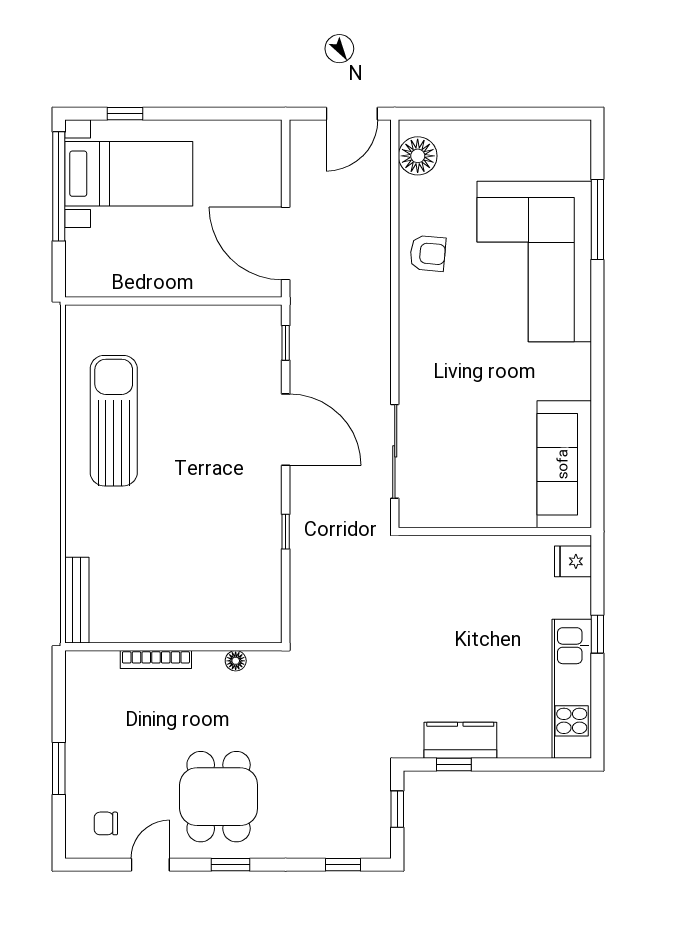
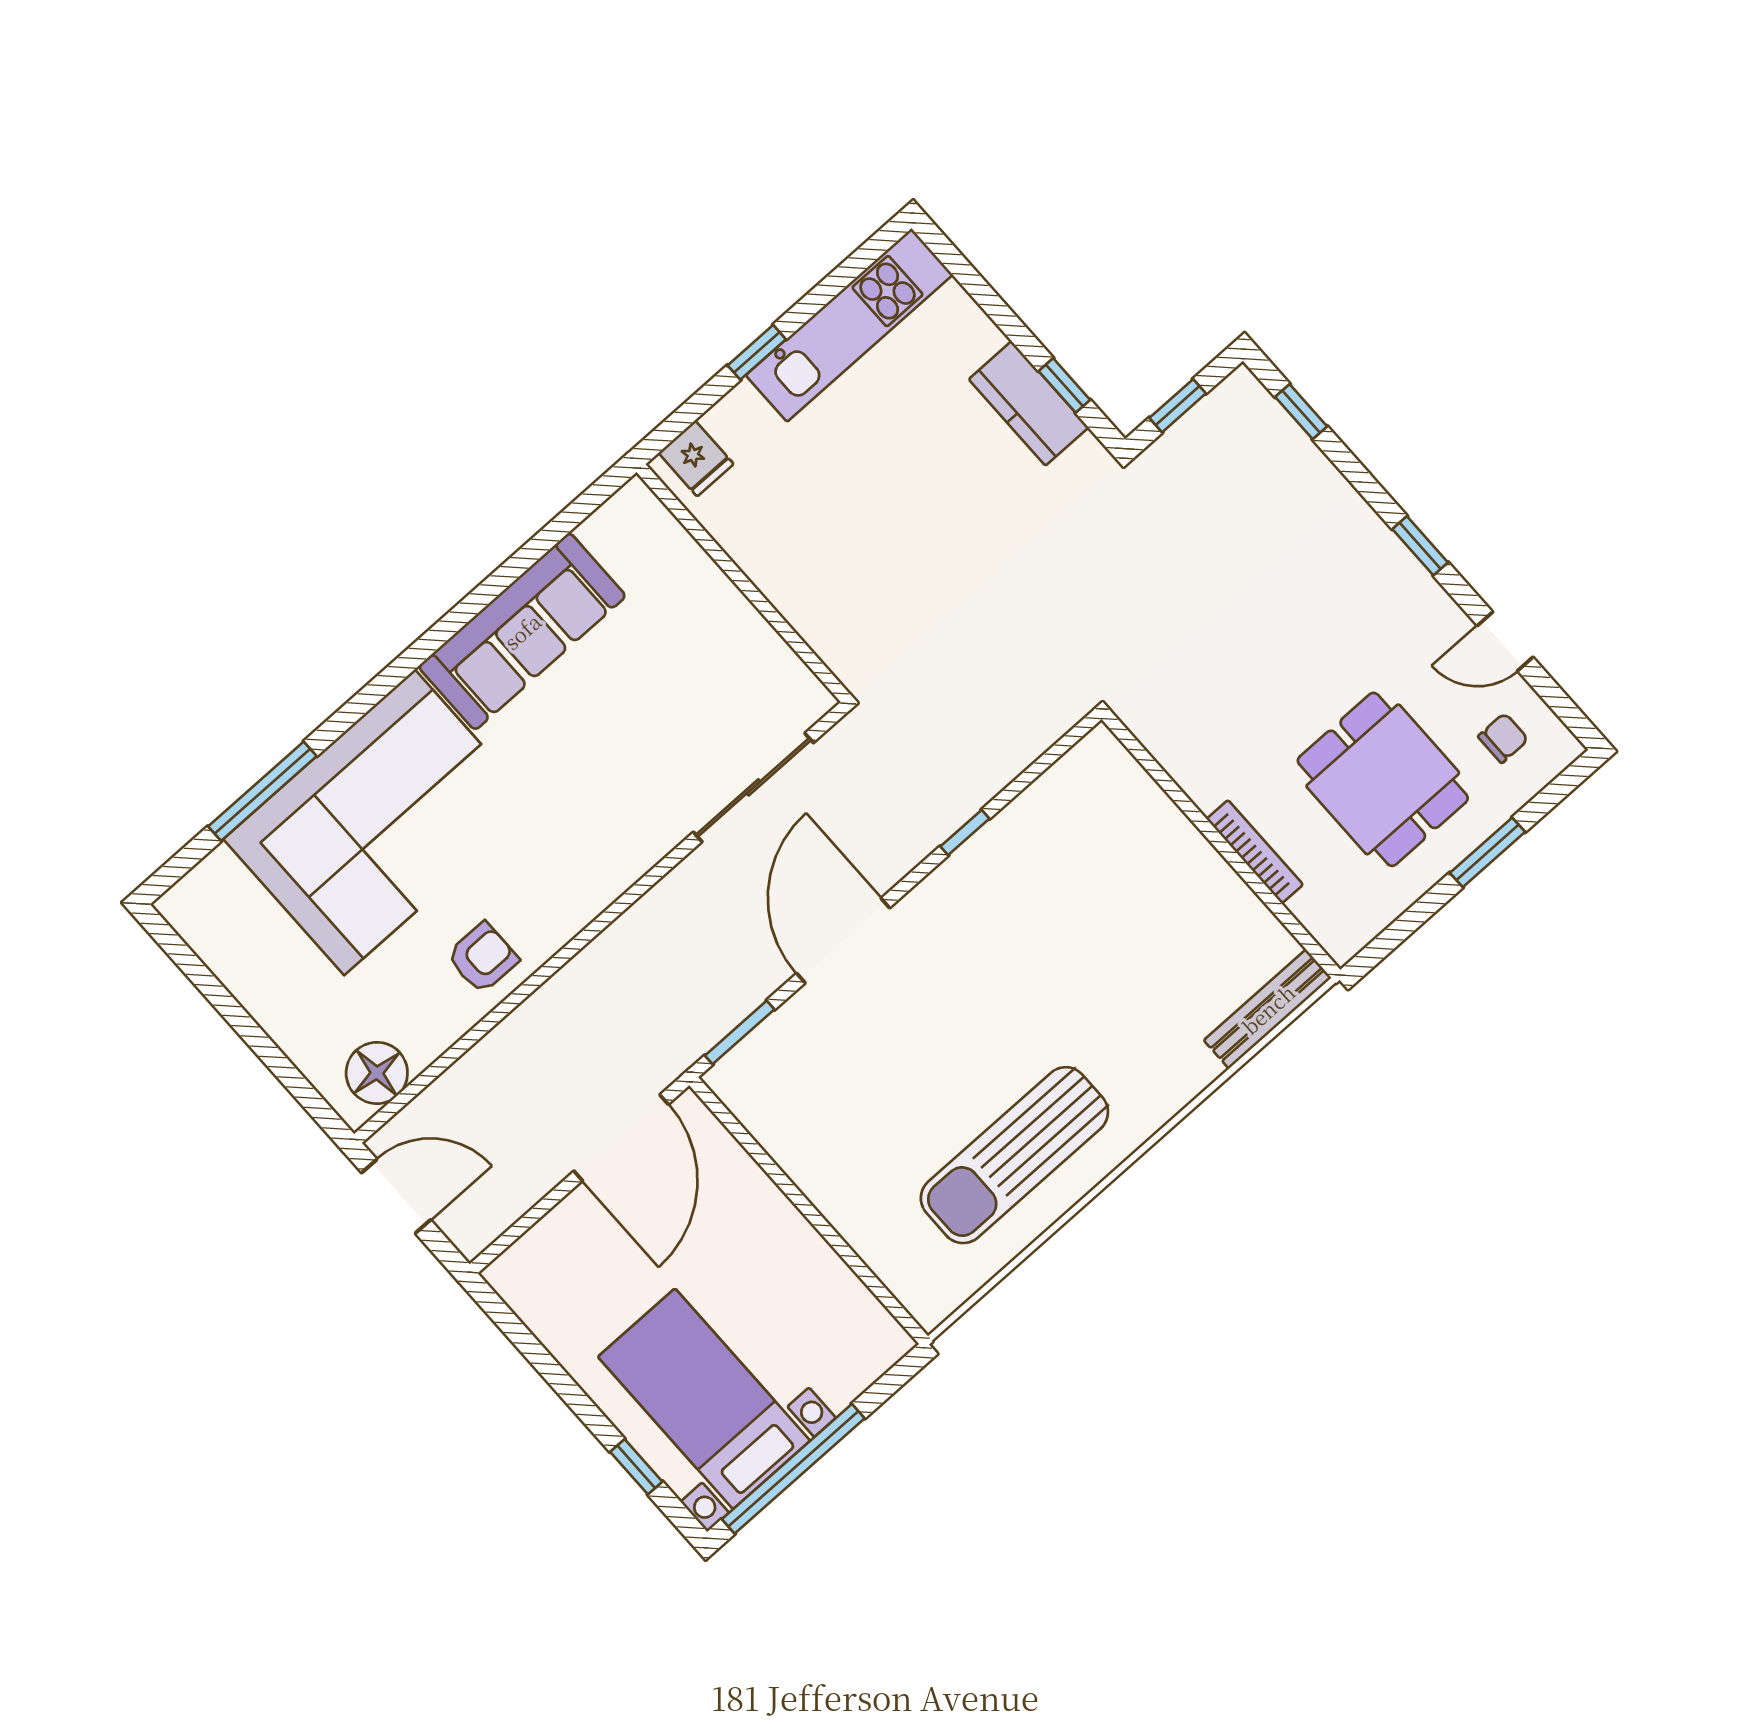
armchair: (428, 253) -> (483, 958), turned 85
window: (286, 343) -> (740, 1032), width x1.50
sofa: (564, 464) -> (522, 631), moved
floor lamp: (236, 661) -> (1172, 755), removed
dining table: (219, 797) -> (1383, 779), moved, turned 90
chair: (106, 823) -> (1503, 738), turned -90

